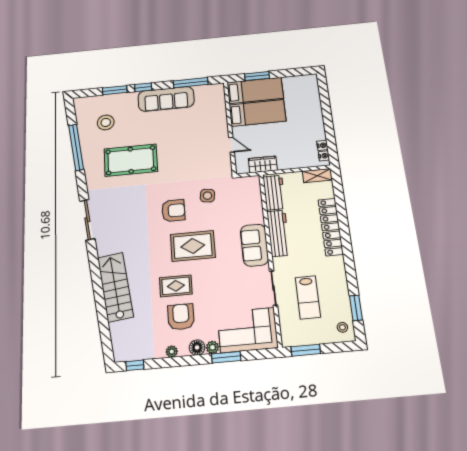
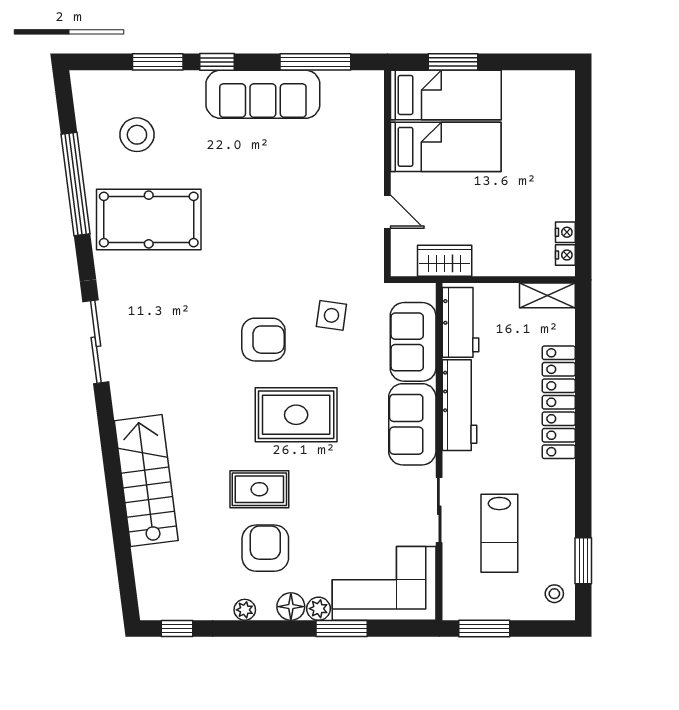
pool table: (131, 160) -> (149, 219), moved
sofa: (251, 204) -> (413, 342), added

